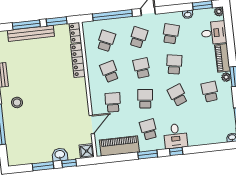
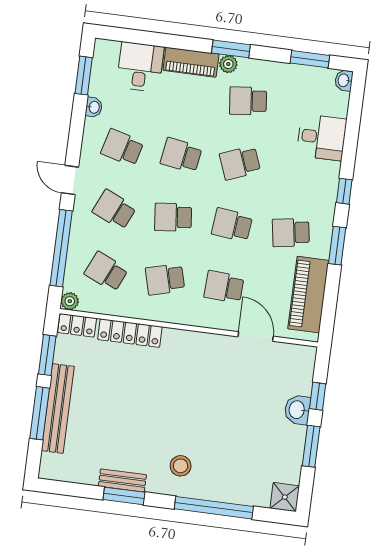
plant: (219, 12) -> (70, 301), moved
desk: (175, 136) -> (322, 137), moved
shower: (87, 151) -> (285, 497), moved

